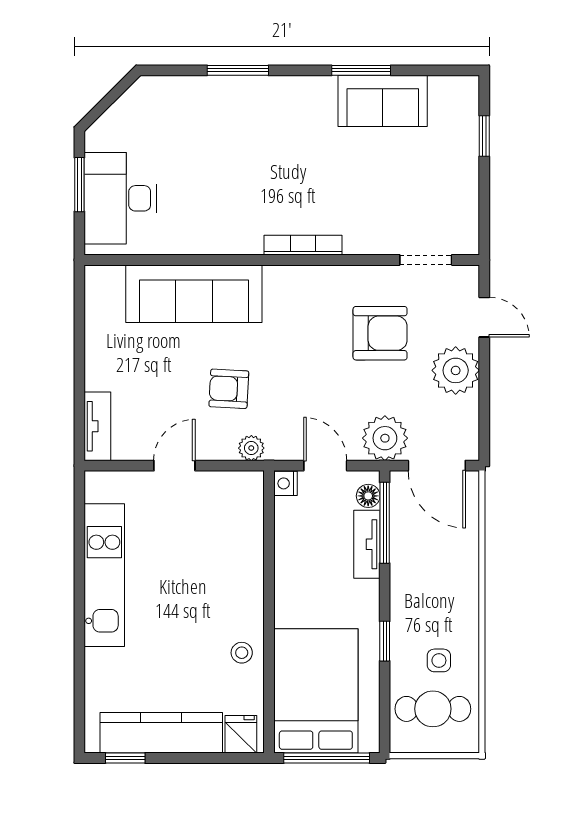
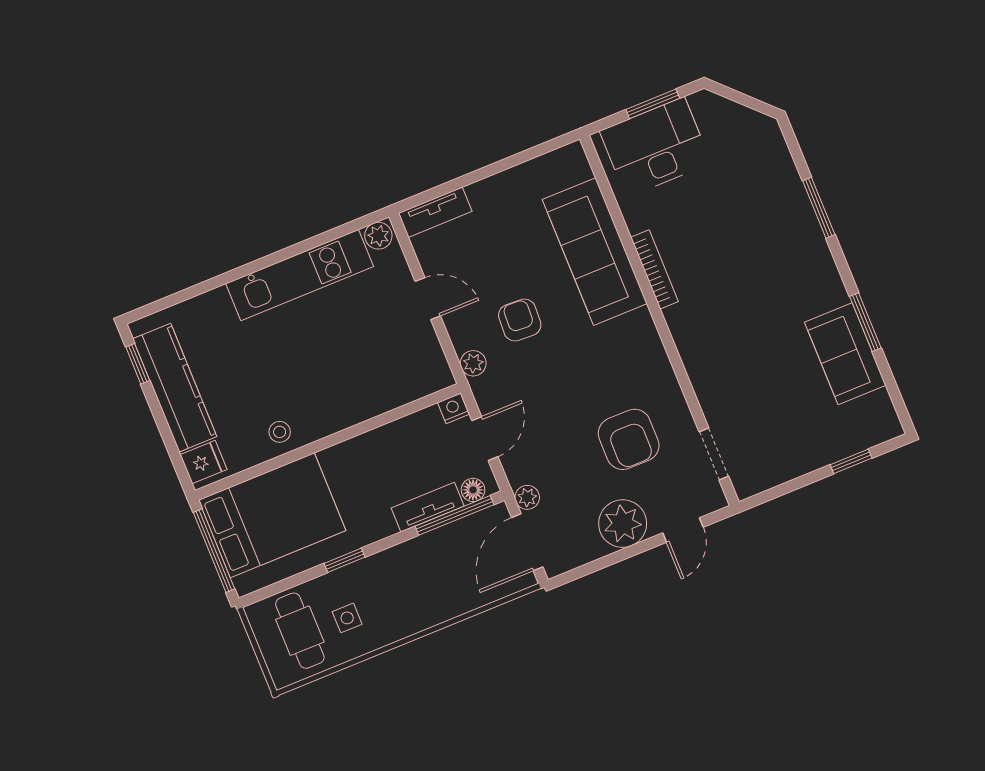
bookcase: (303, 245) -> (655, 269), moved
plant: (385, 438) -> (527, 497), width x0.53, depth x0.53
plant: (98, 488) -> (378, 236), added

